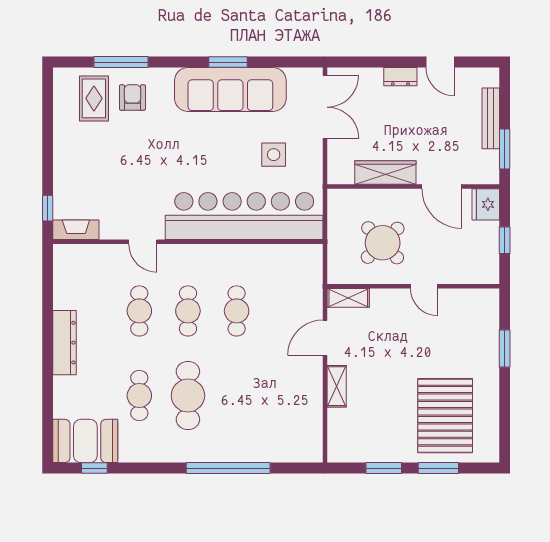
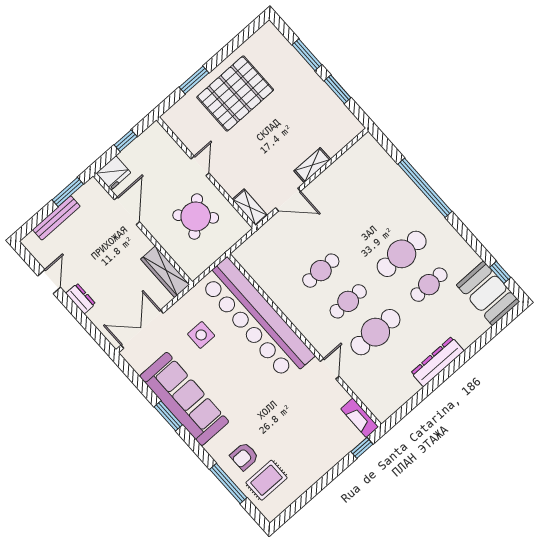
wardrobe: (385, 172) -> (165, 272), moved
cafe table: (139, 311) -> (375, 332), width x1.37, depth x1.35
pallet: (445, 416) -> (235, 93), moved

